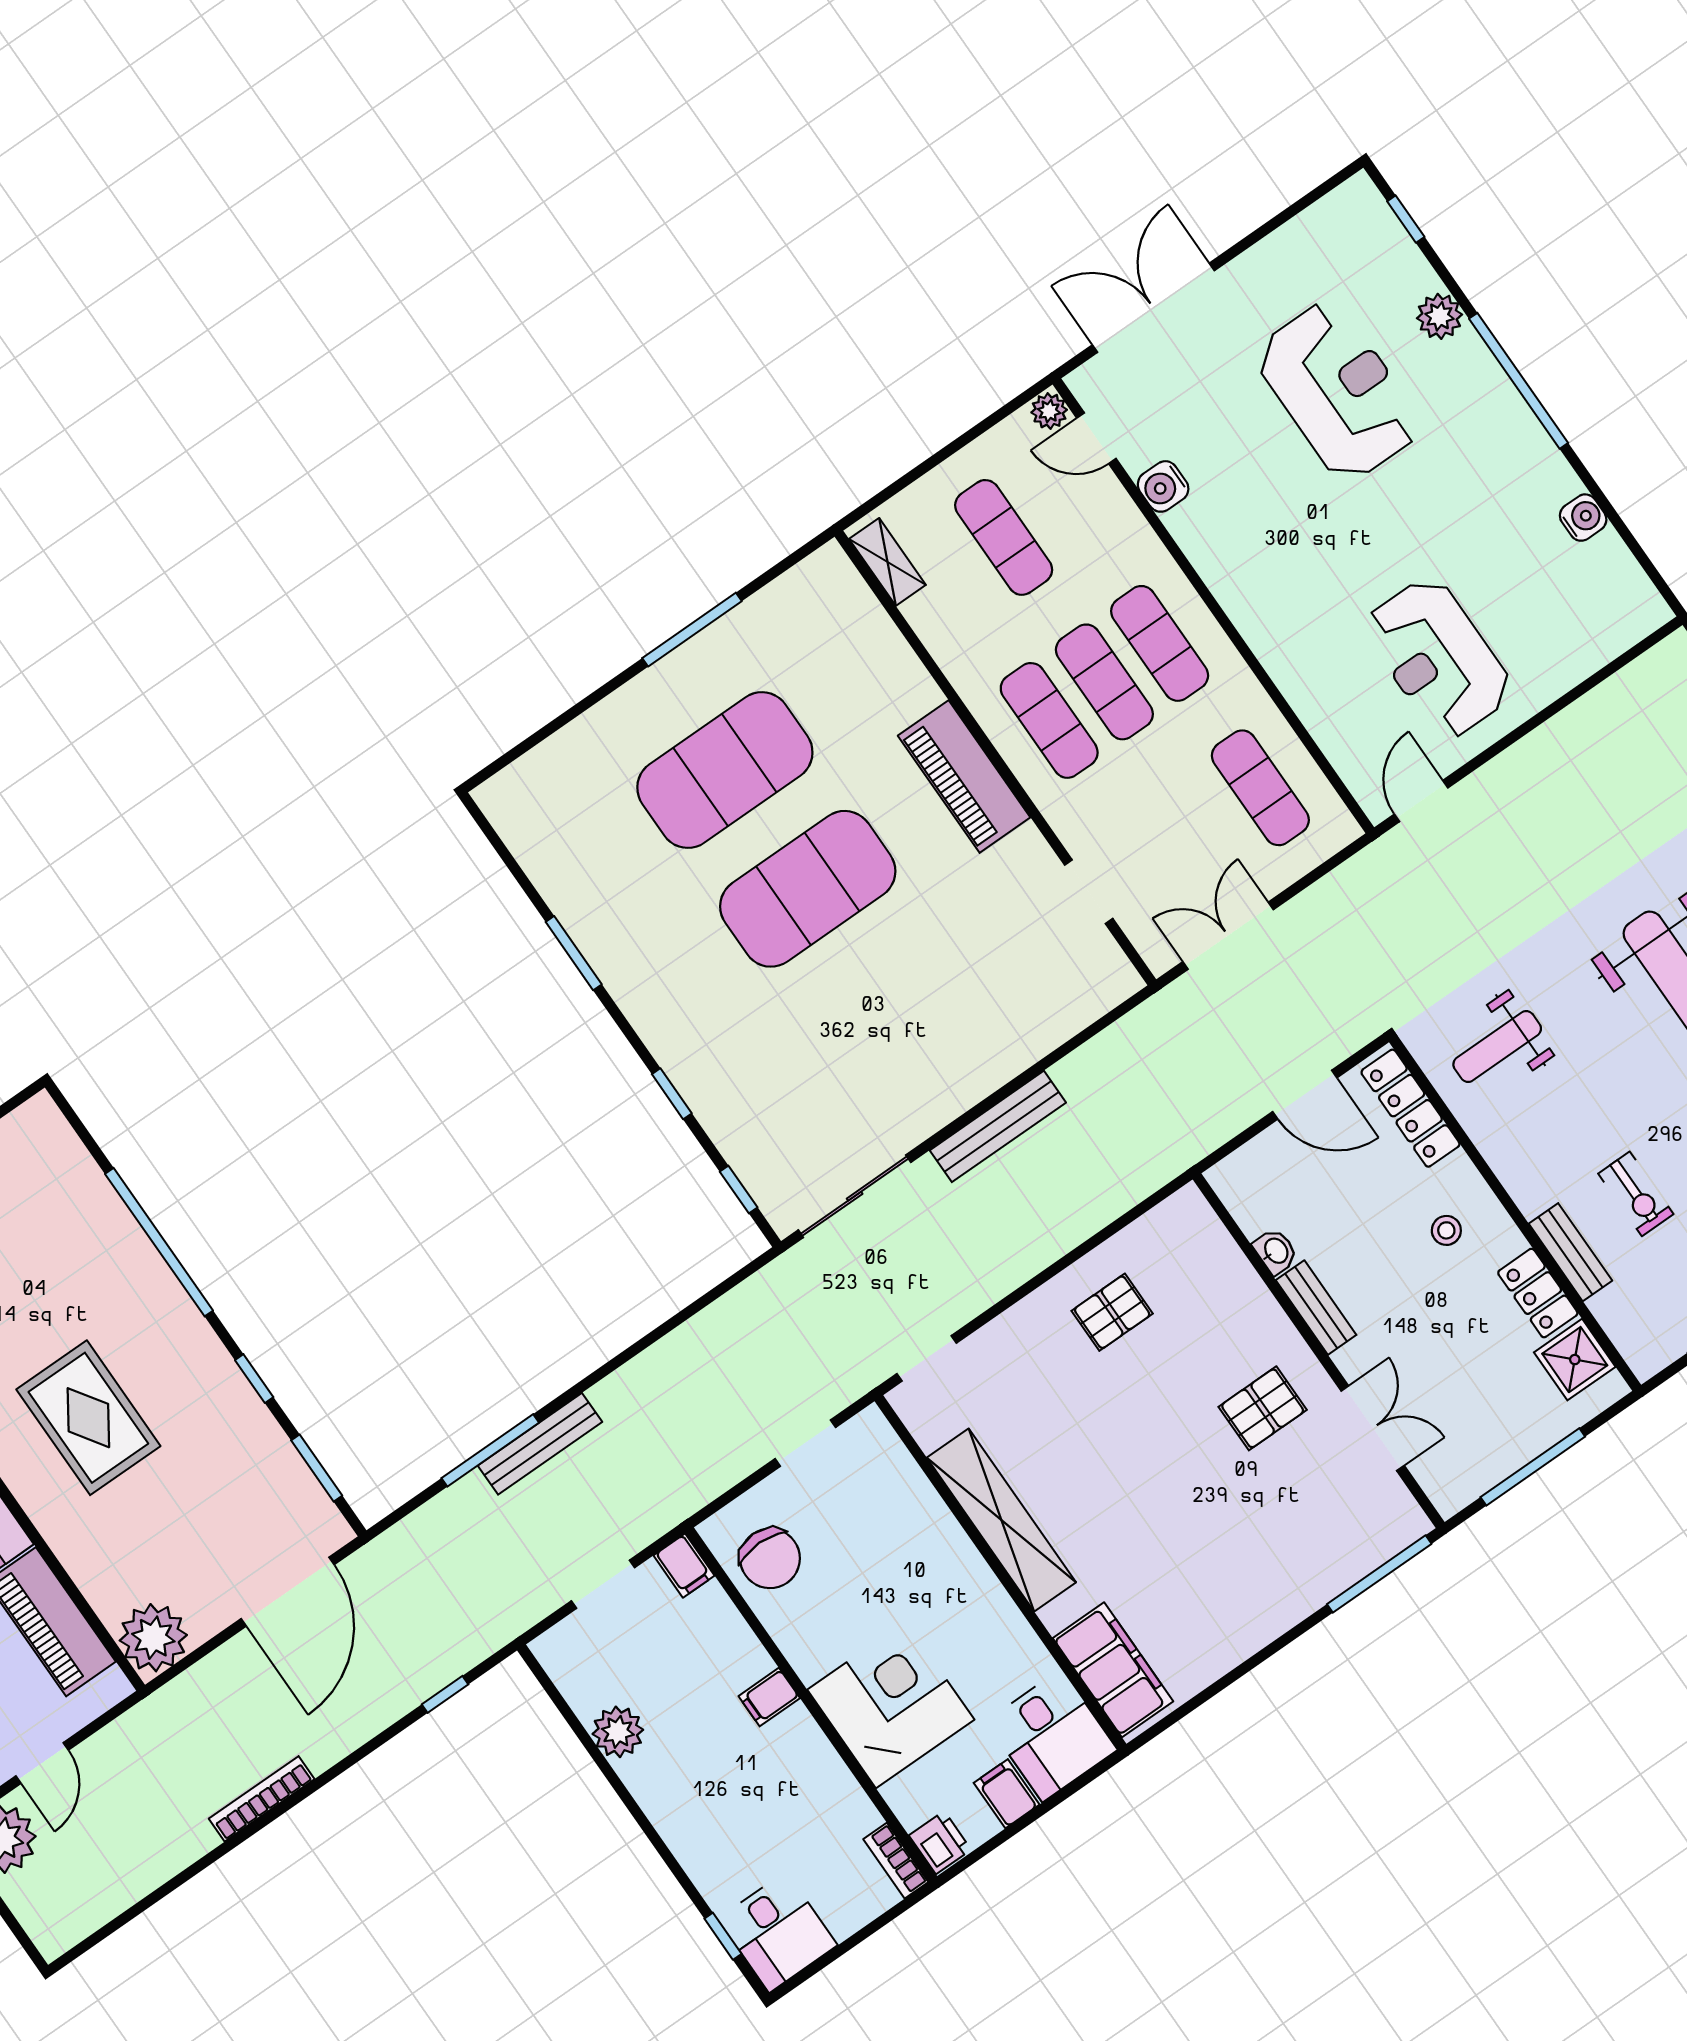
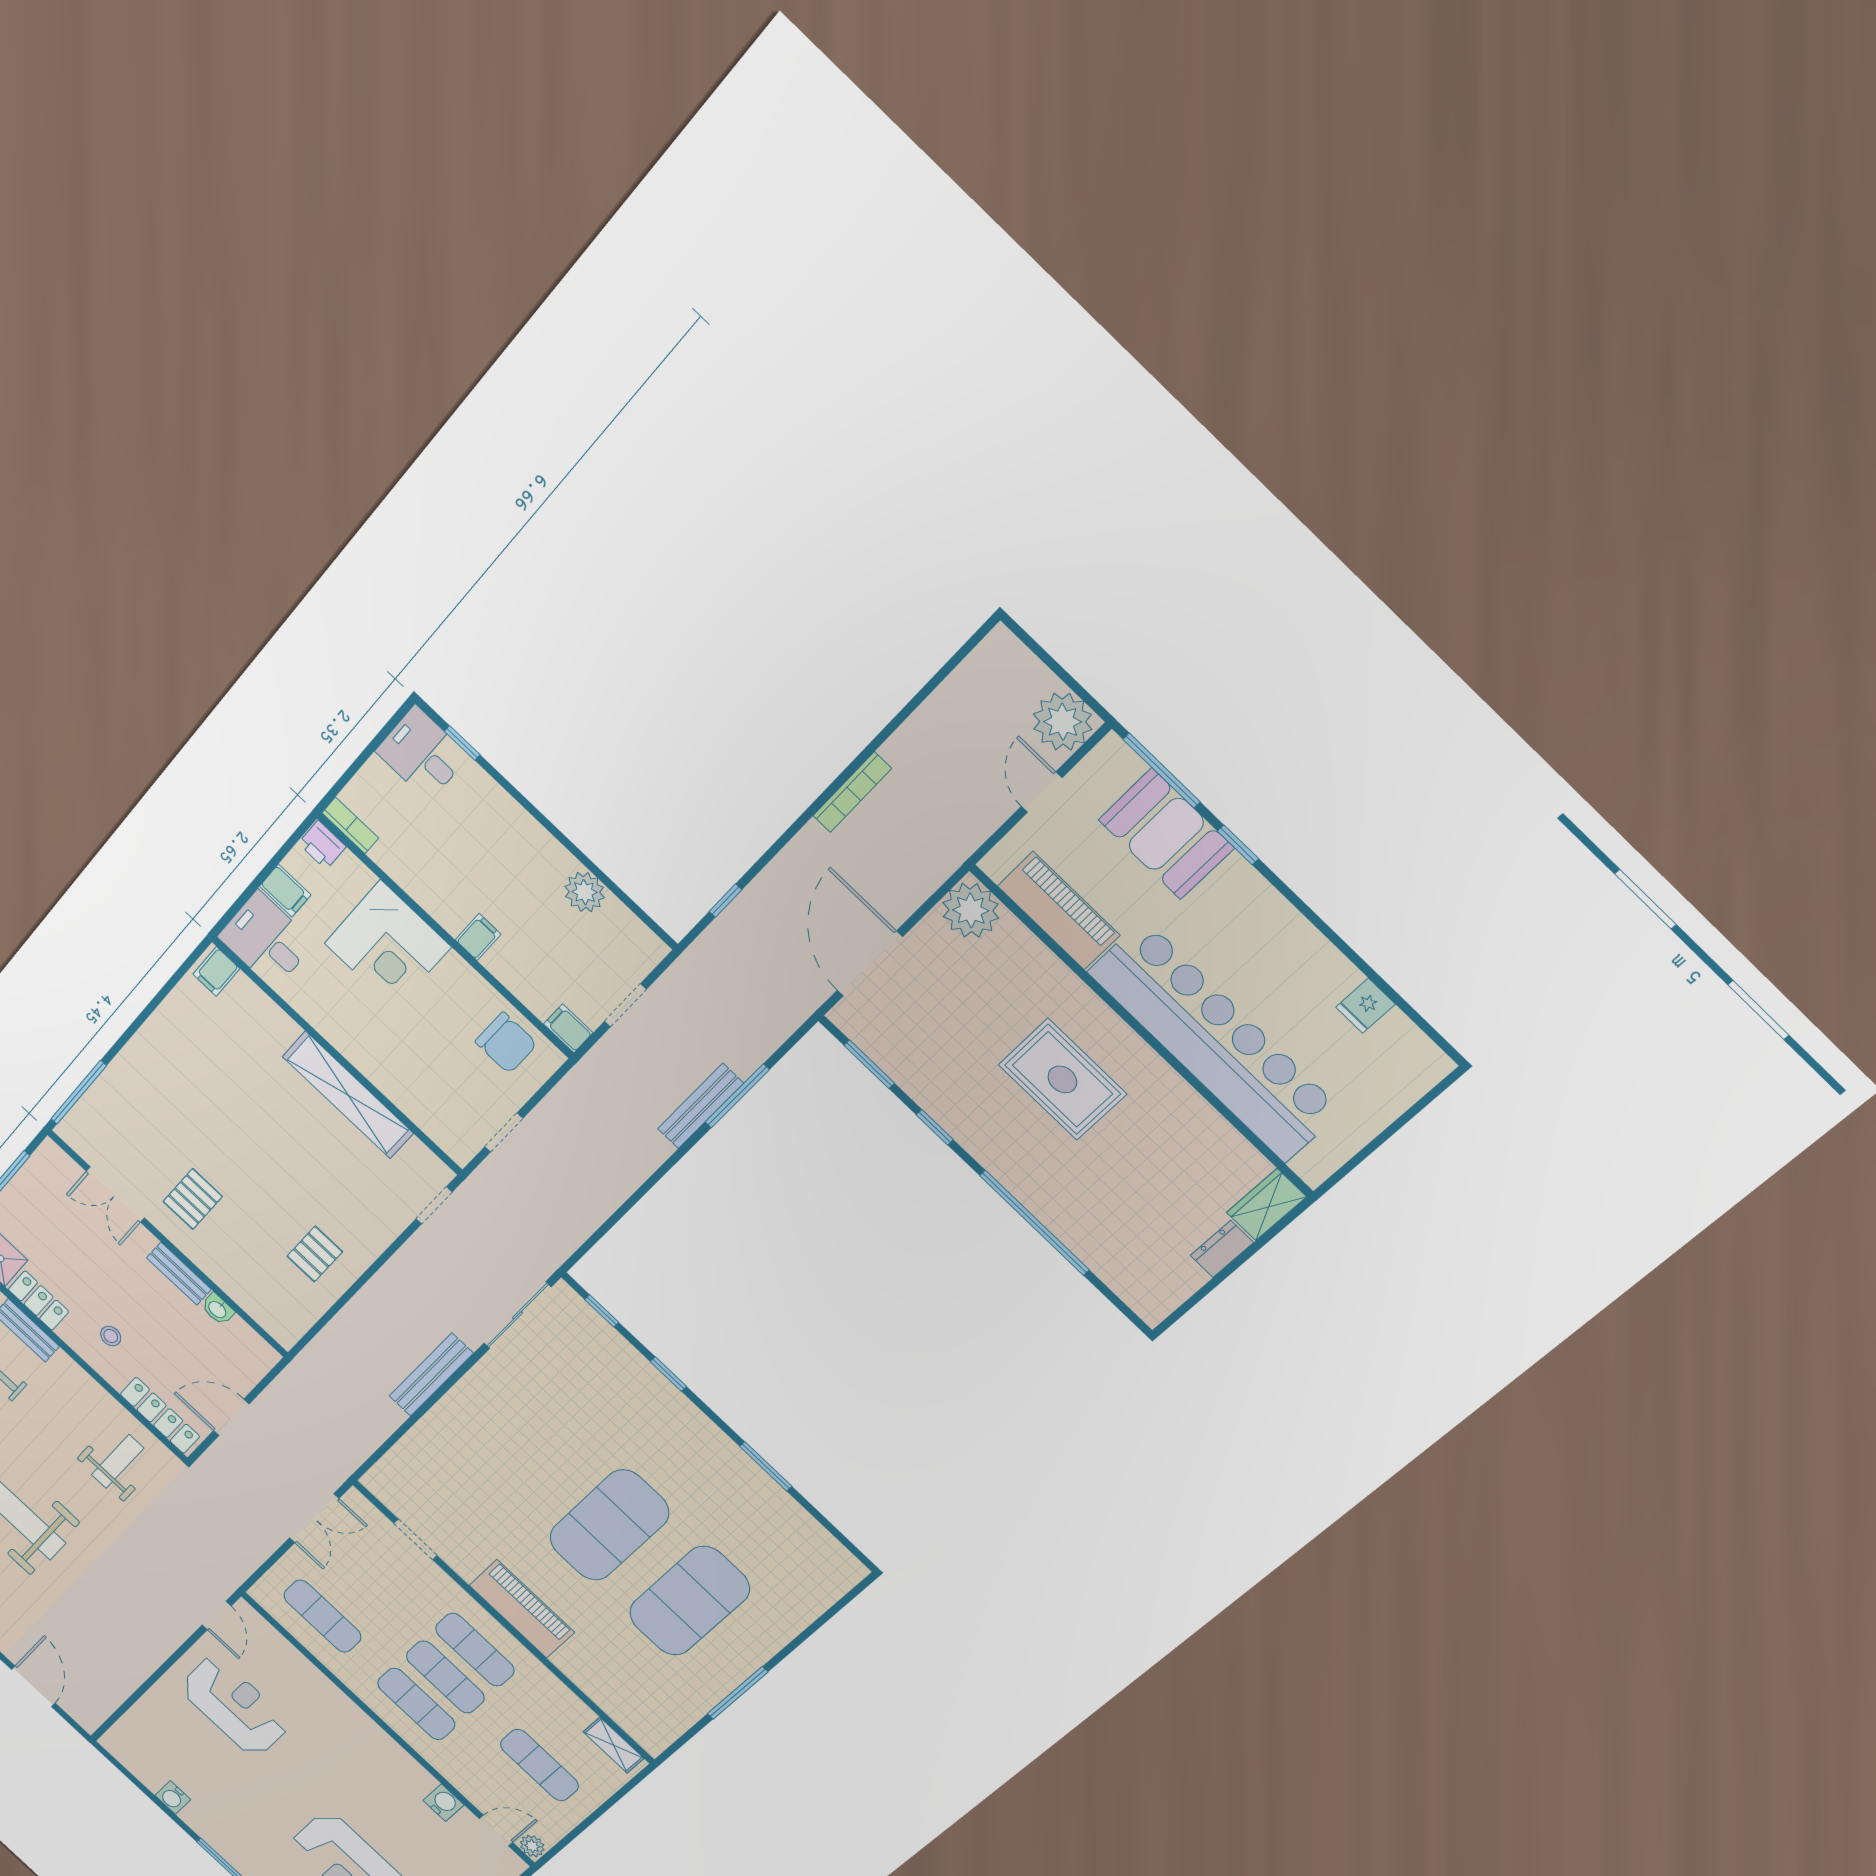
chair: (770, 1558) -> (506, 1043), turned 180
filing cabinet: (1113, 1670) -> (216, 971), width x0.33, depth x0.86

